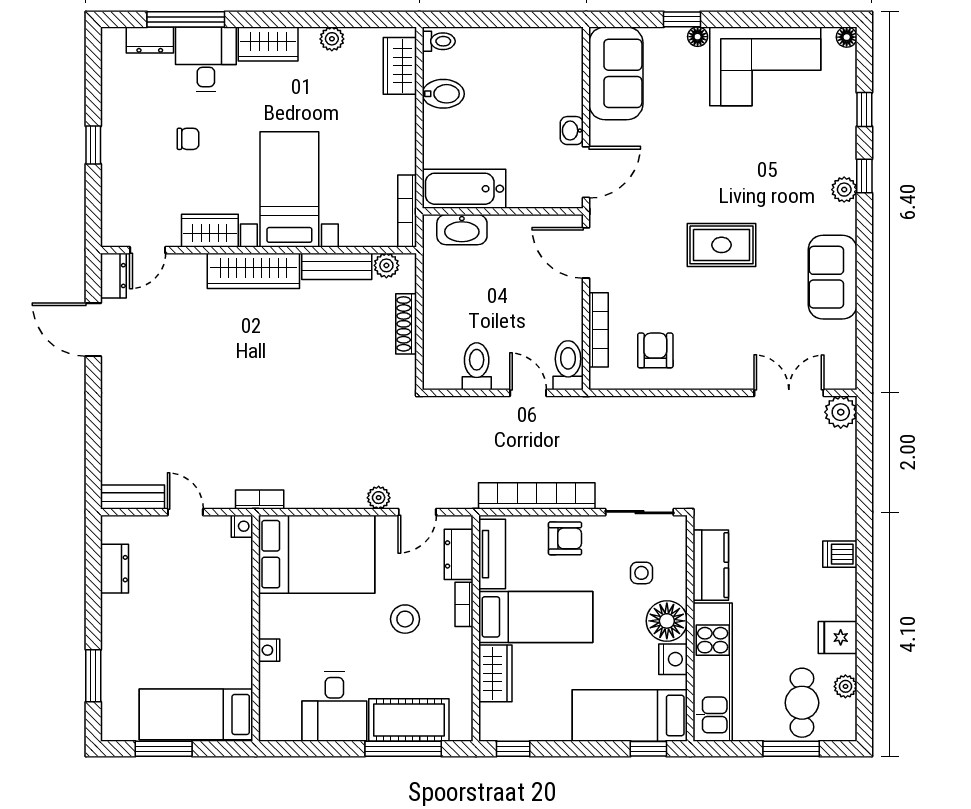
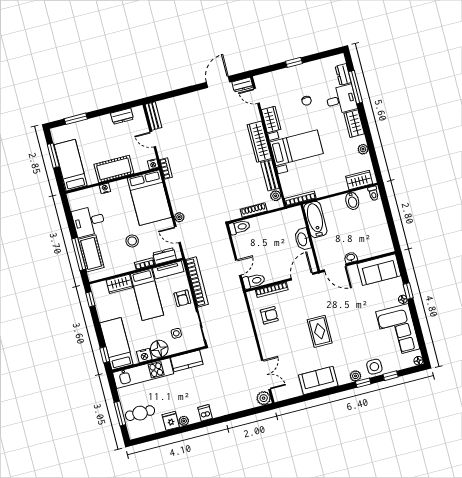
side table: (834, 141) -> (374, 367), added
washbasin: (462, 230) -> (303, 239), moved
toilet: (477, 366) -> (239, 227), moved
door: (185, 512) -> (153, 139), swing flipped
cot: (230, 618) -> (114, 169), added
plant: (845, 686) -> (184, 421), moved

